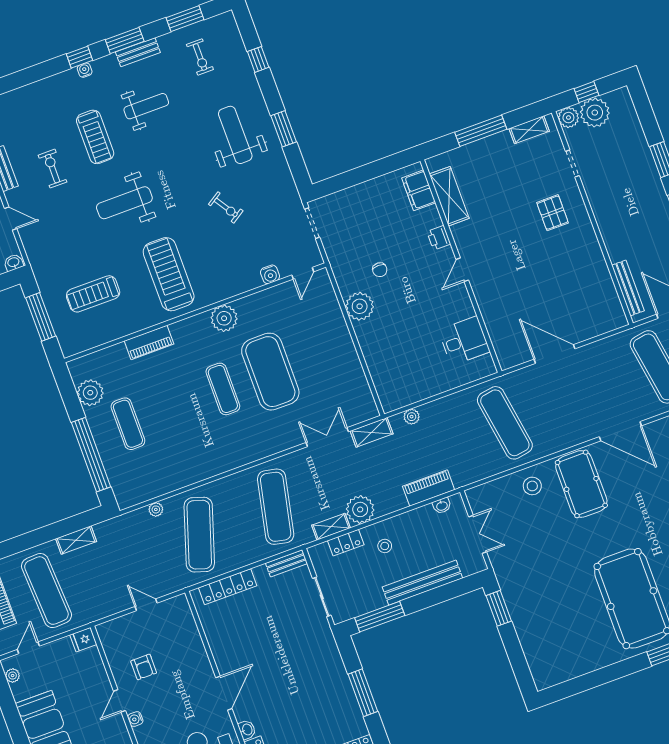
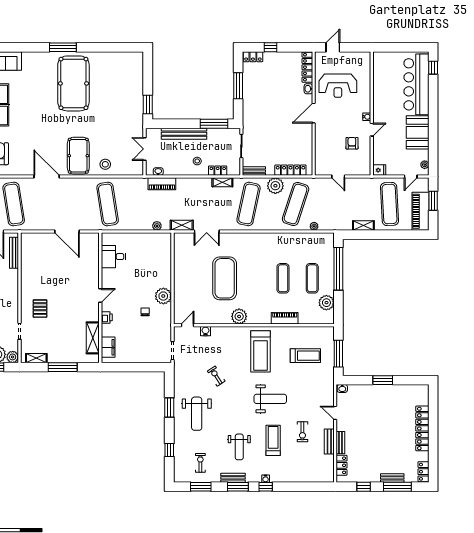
weight bench: (146, 106) -> (239, 447), turned -90
exercise mat: (223, 389) -> (283, 278), moved
plant: (360, 509) -> (275, 186), moved

